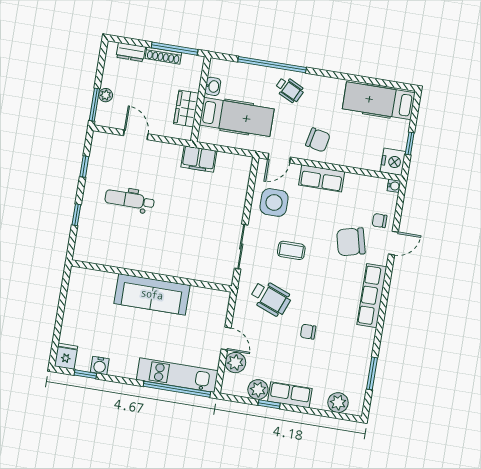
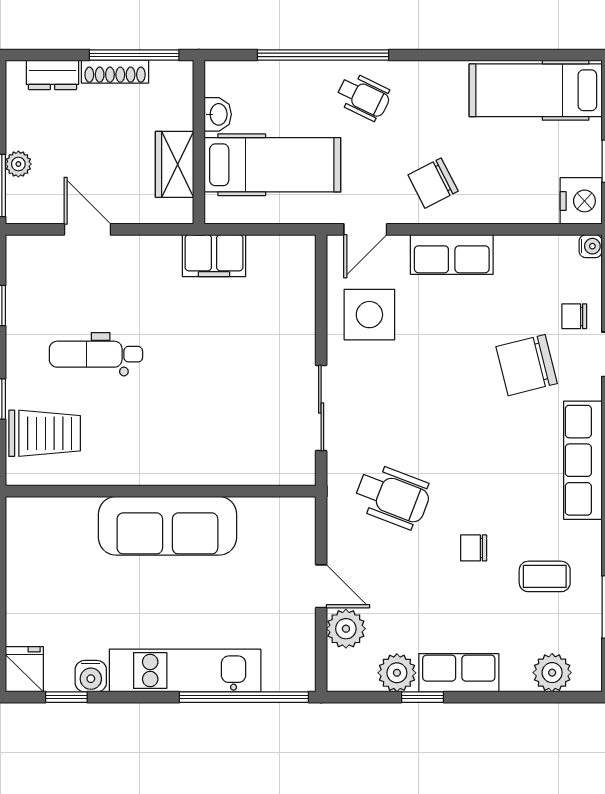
chair: (318, 140) -> (433, 183), turned 141
trolley: (96, 236) -> (45, 433), added
coffee table: (291, 250) -> (545, 576), moved
kitchen unit: (177, 375) -> (185, 670), moved

